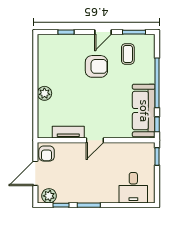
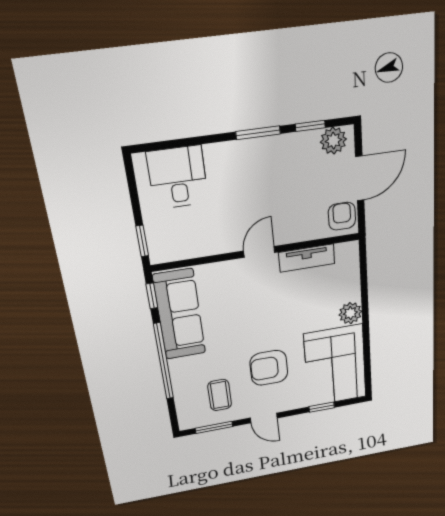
door: (103, 32) -> (264, 418), swing flipped
corner sofa: (56, 60) -> (335, 366), added

